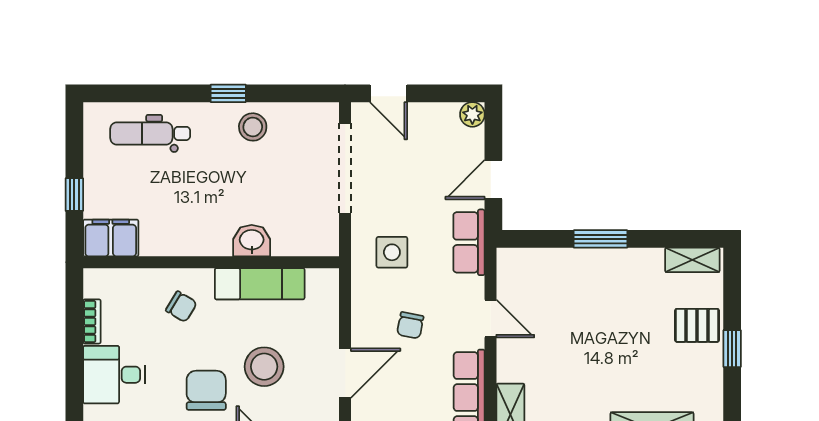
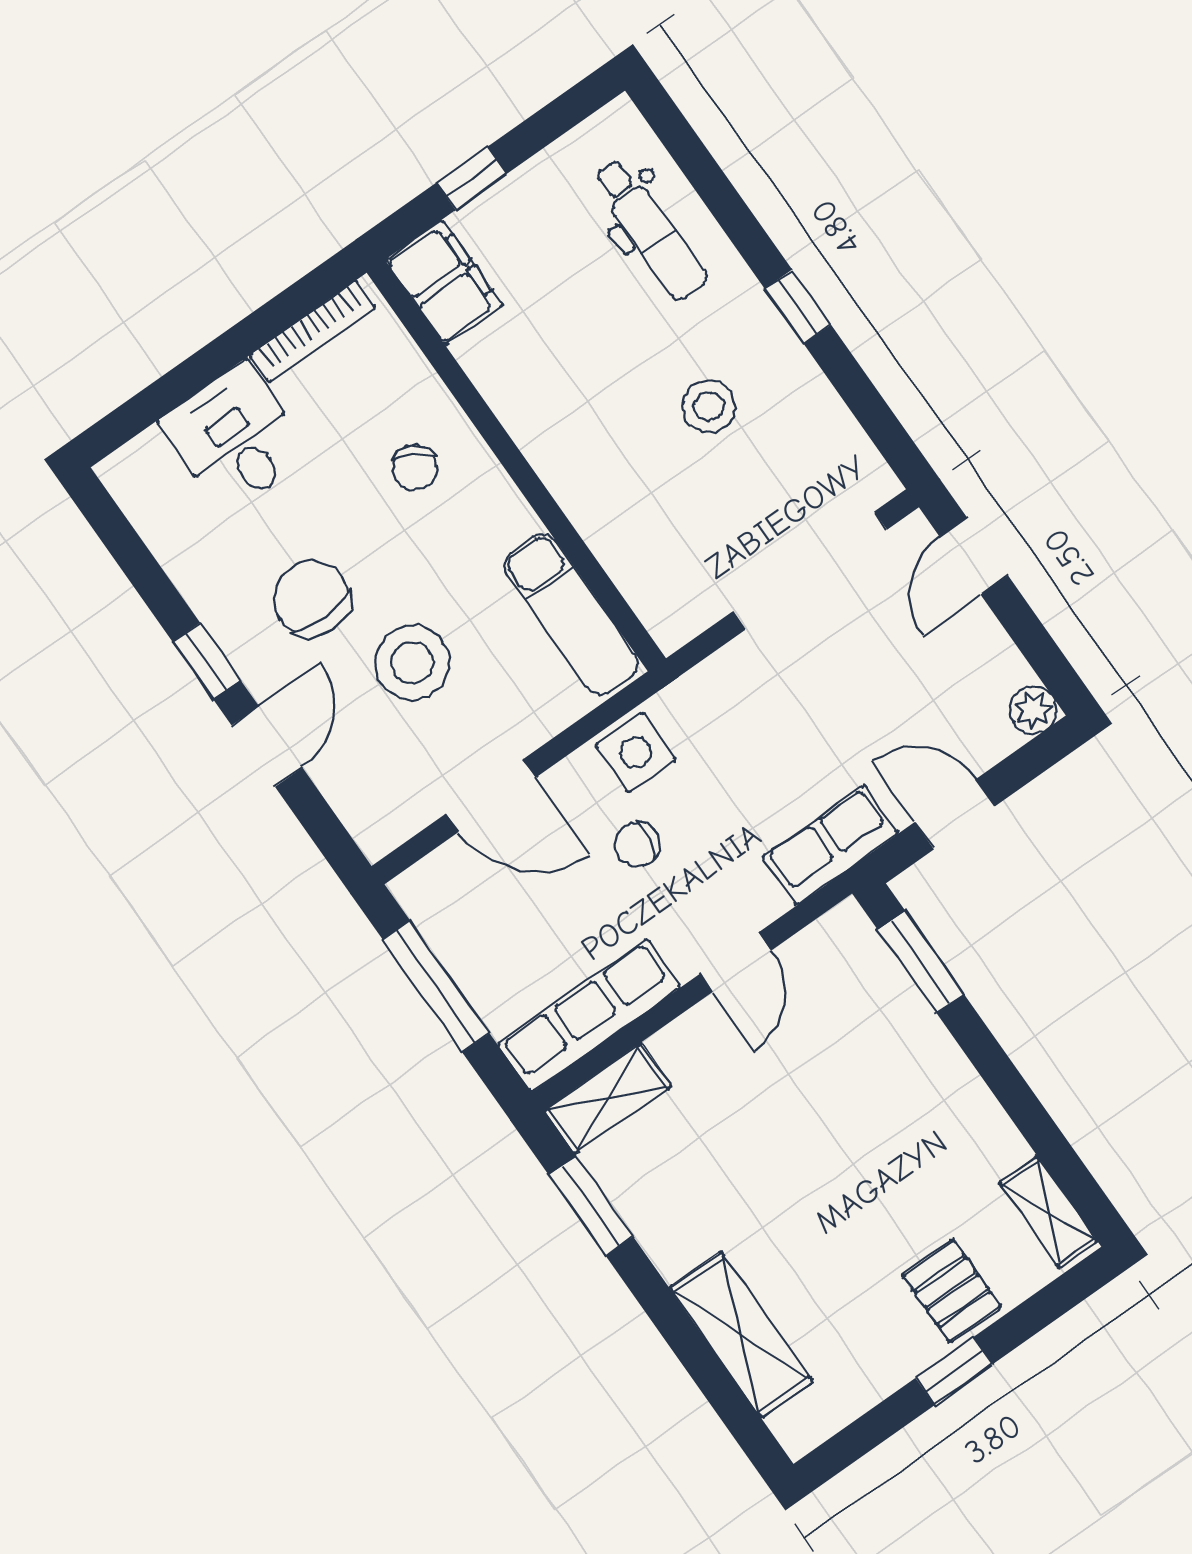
stool: (253, 127) -> (709, 406), moved
dental chair: (150, 133) -> (650, 229), turned 180
window: (601, 239) -> (921, 962), moved
washbasin: (252, 241) -> (594, 505), removed
side table: (392, 252) -> (636, 752), moved
exam couch: (260, 284) -> (571, 614), moved
bookcase: (92, 321) -> (313, 331), width x1.56
chair: (206, 390) -> (312, 598), turned -90

